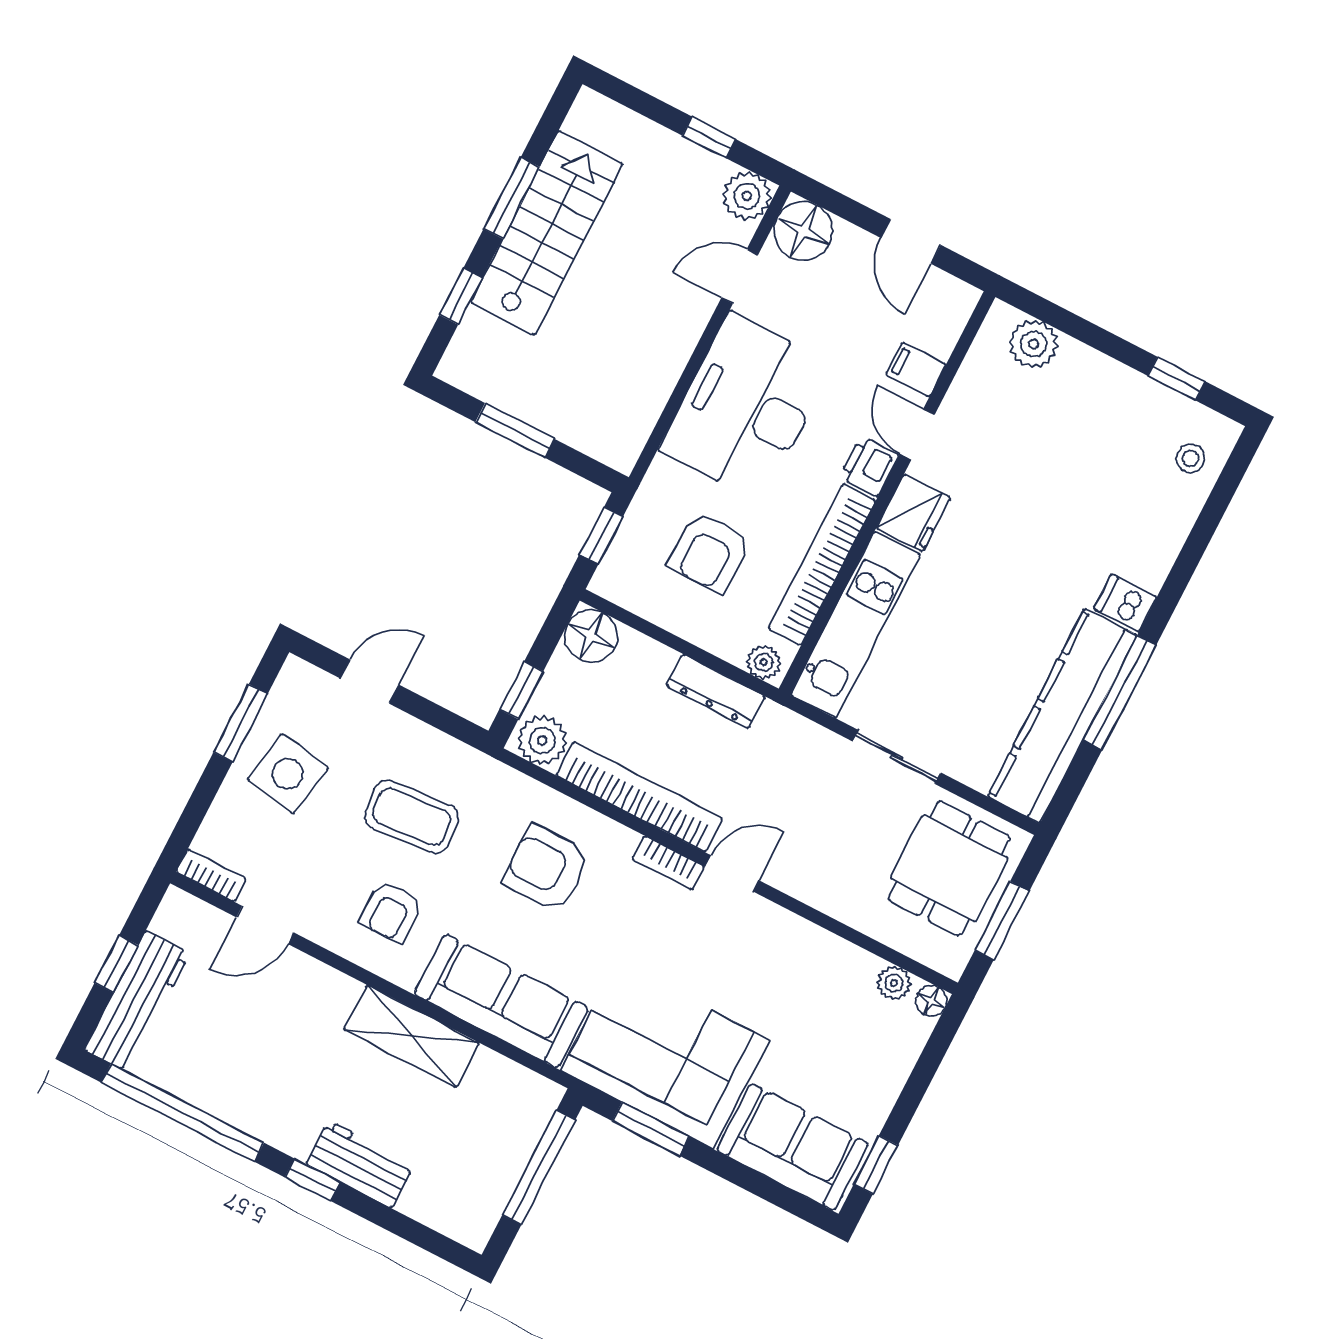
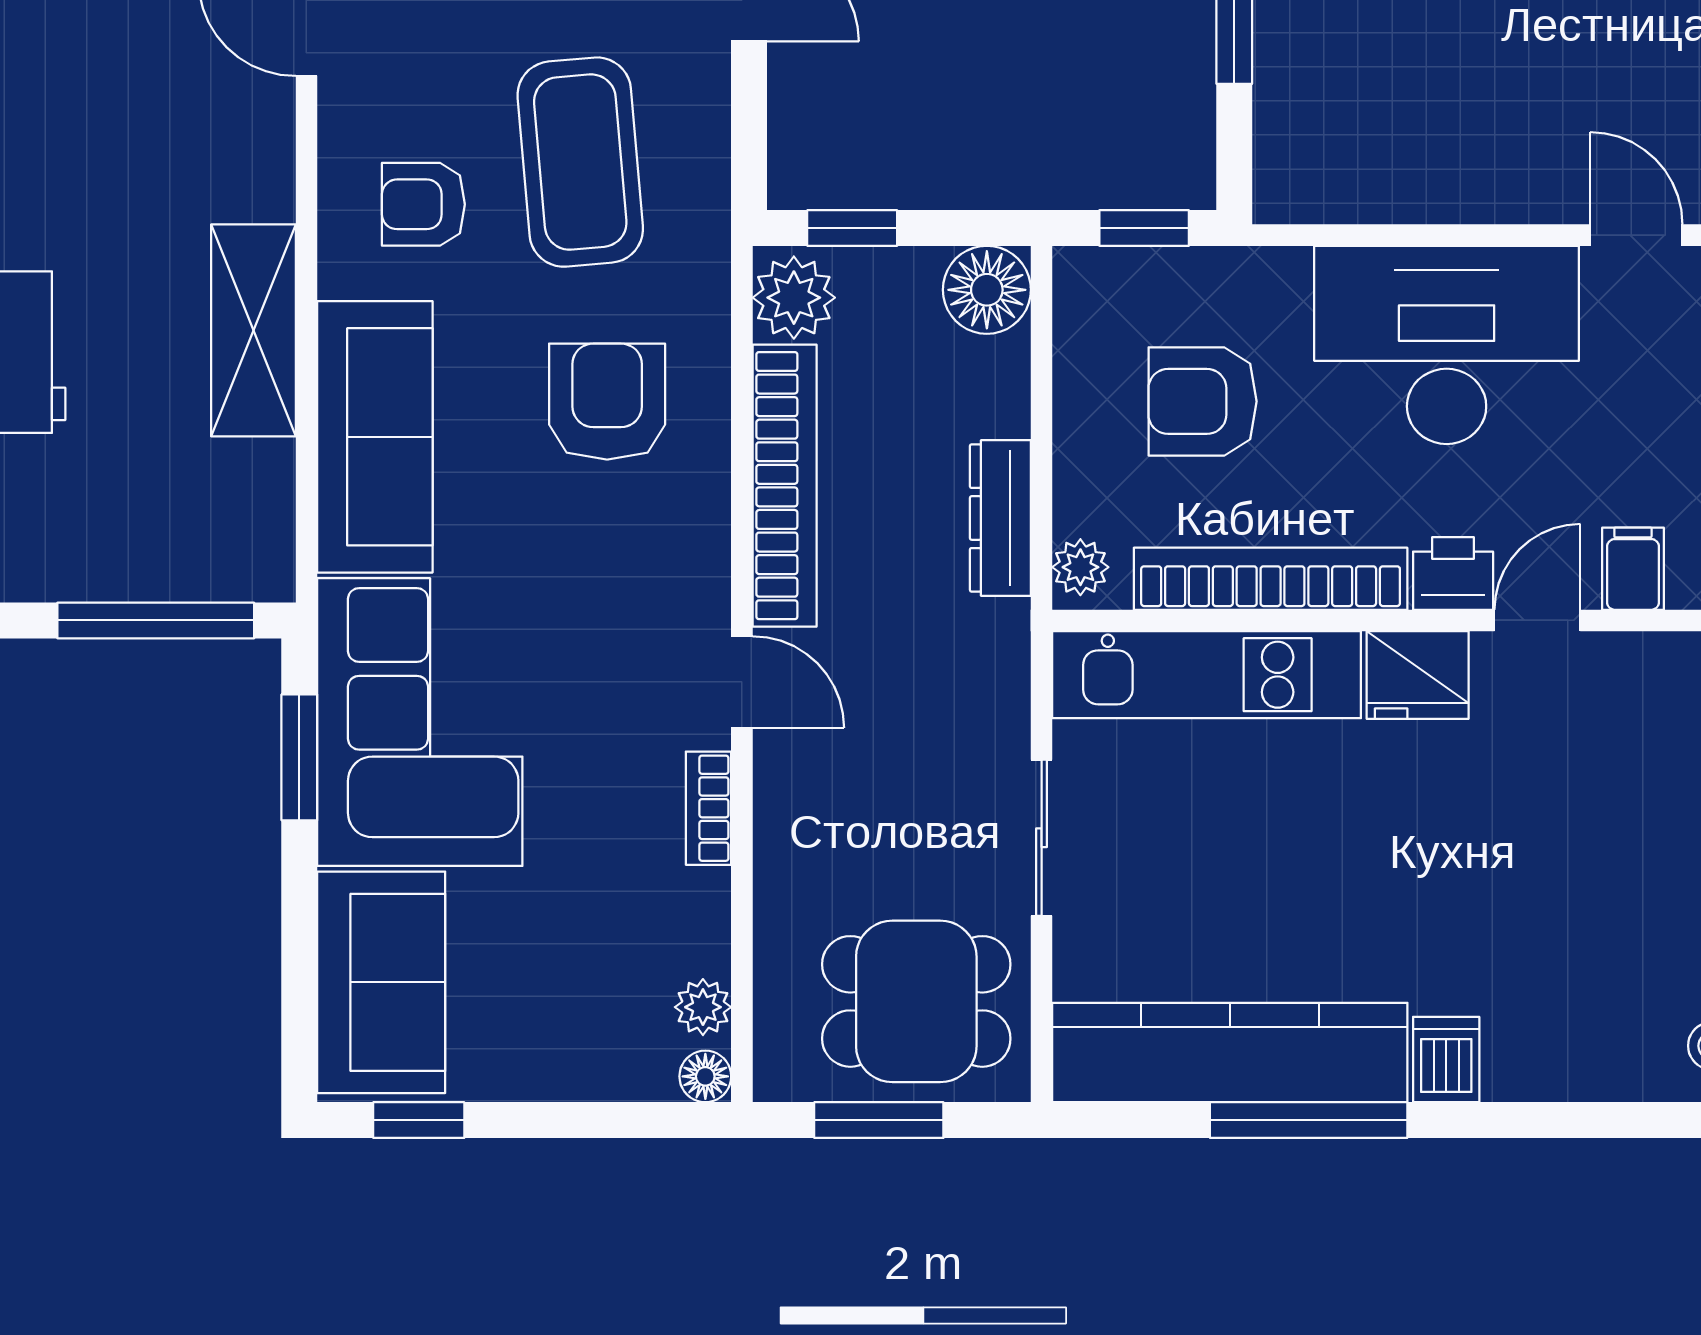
coffee table: (412, 817) -> (580, 162), width x1.36, depth x1.32
bookcase: (668, 863) -> (708, 808), moved

